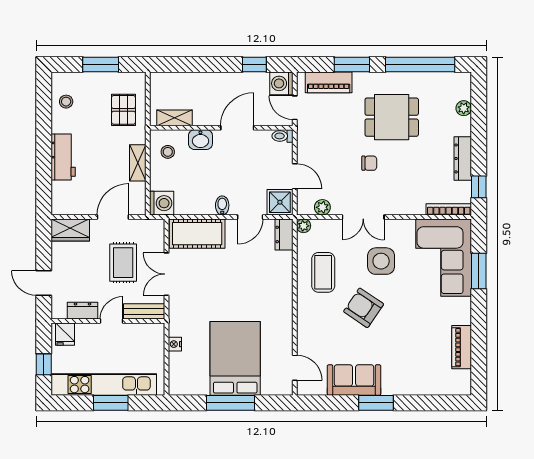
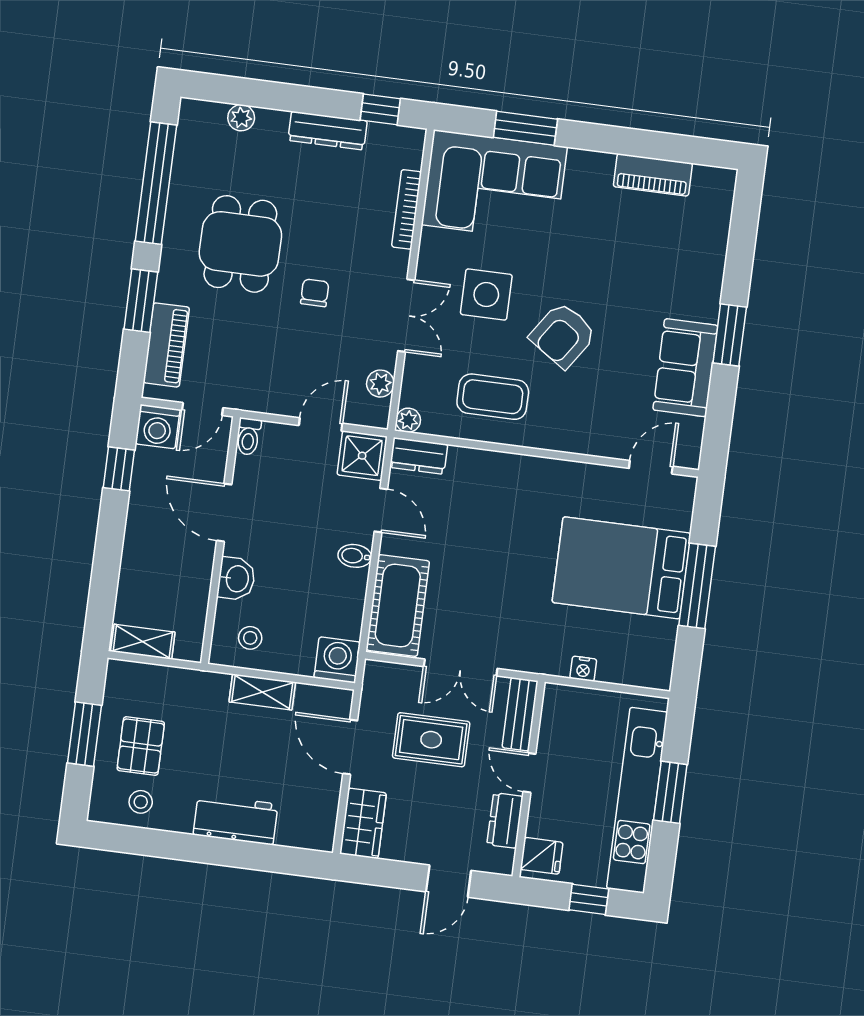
pallet: (123, 110) -> (141, 746), moved, turned 90
shelving: (174, 118) -> (143, 642), moved, turned 90
bookcase: (449, 209) -> (407, 209), moved

